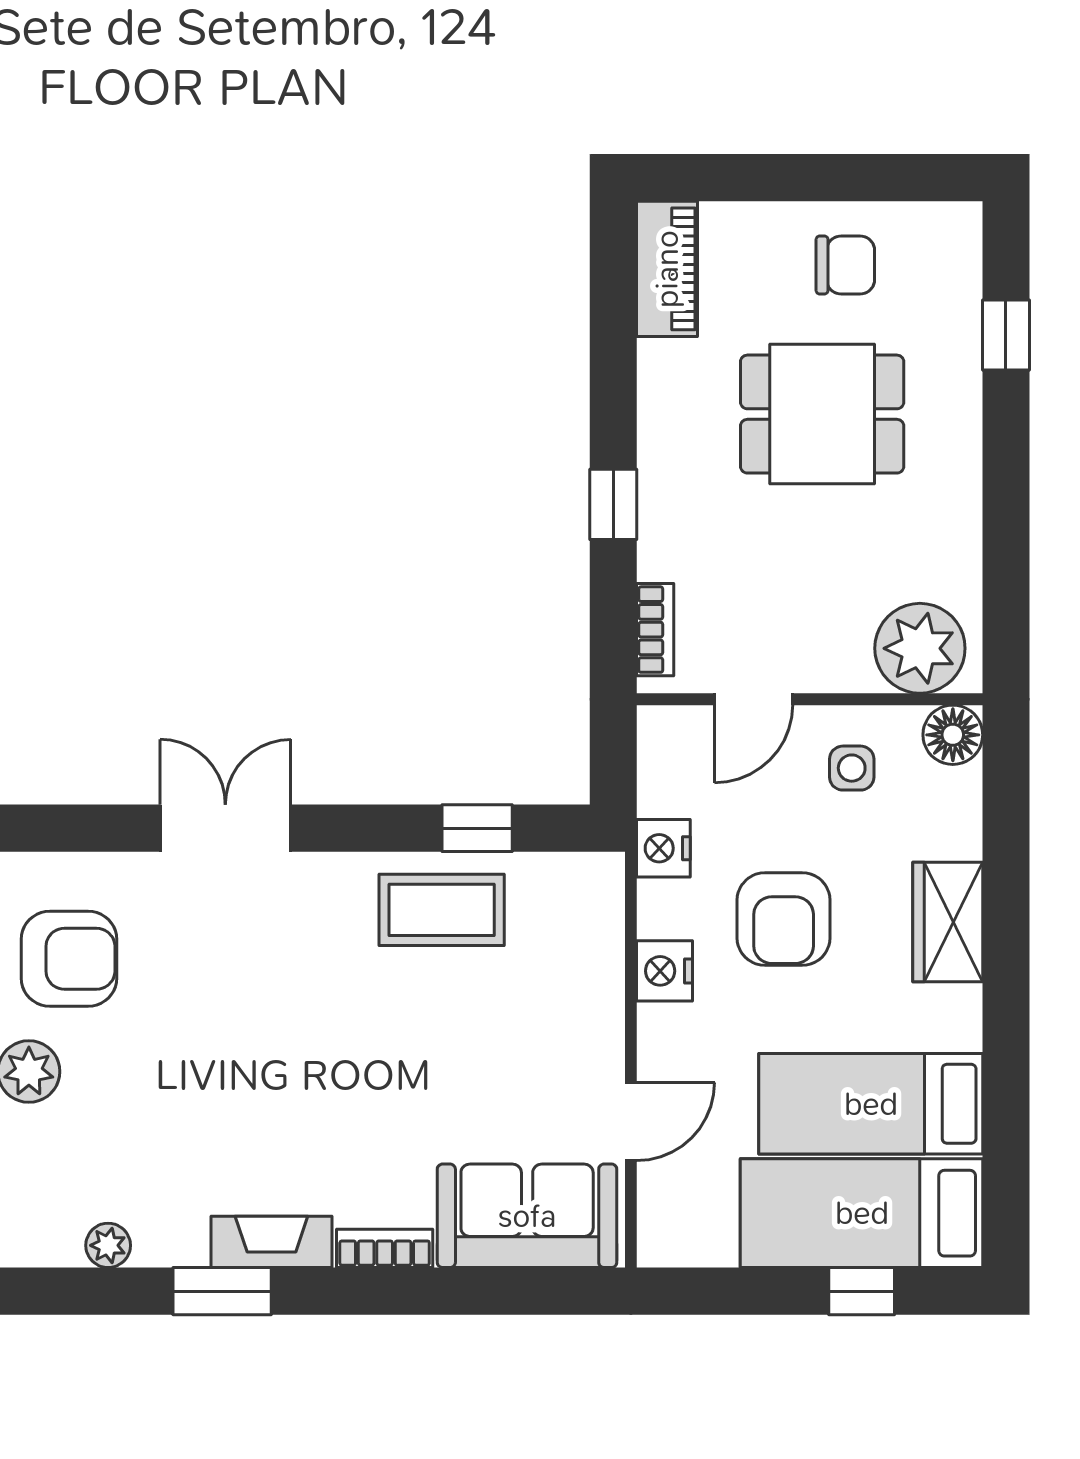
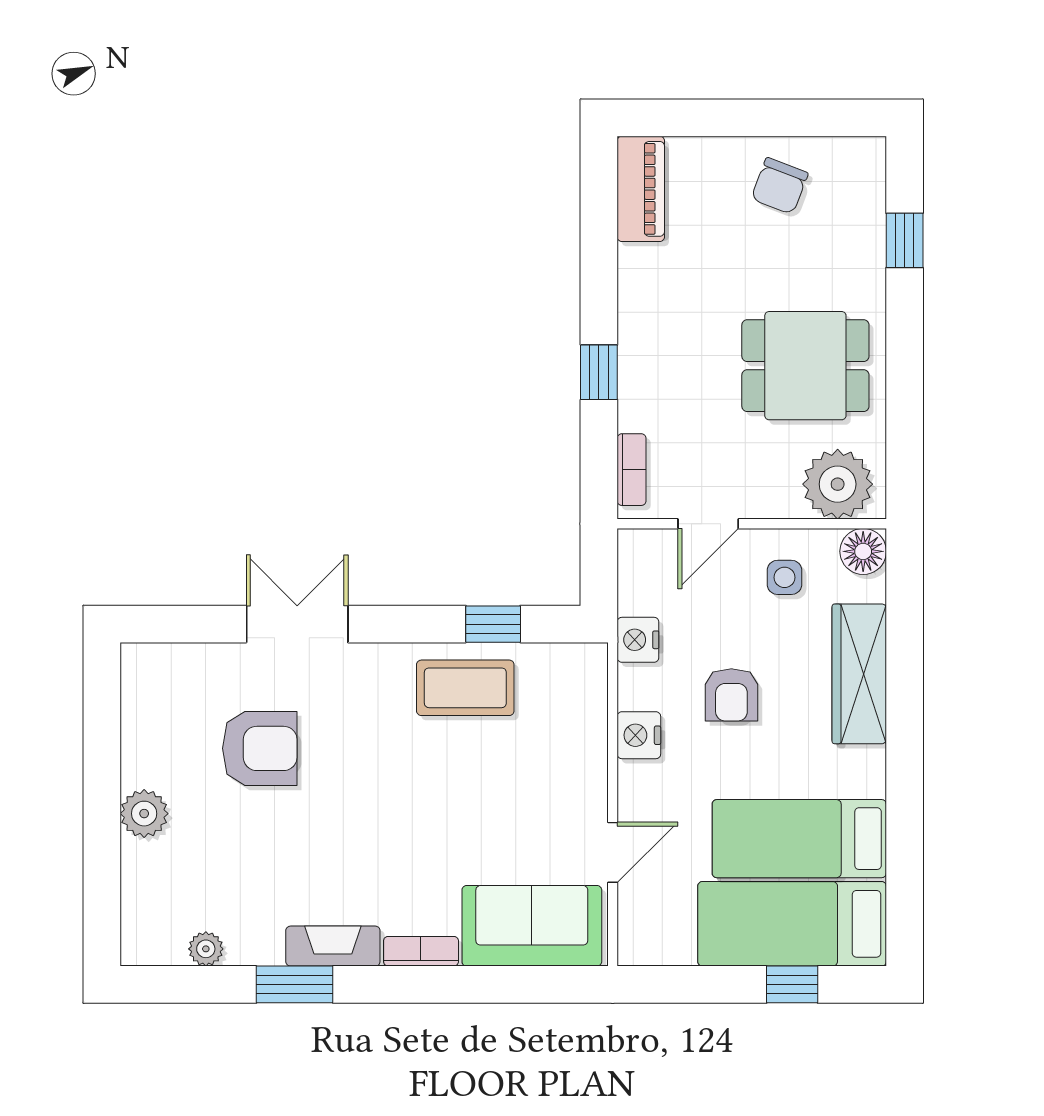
chair: (845, 265) -> (780, 186), turned 111
dining table: (822, 414) -> (805, 366), moved
armchair: (784, 919) -> (731, 695), width x0.72, depth x0.72
wardrobe: (948, 922) -> (859, 674), width x1.50
armchair: (69, 959) -> (260, 748), moved

